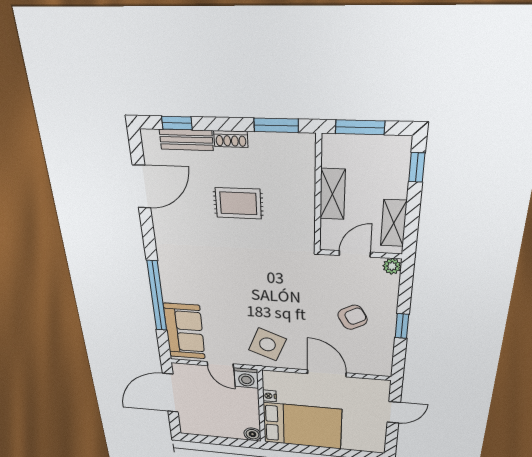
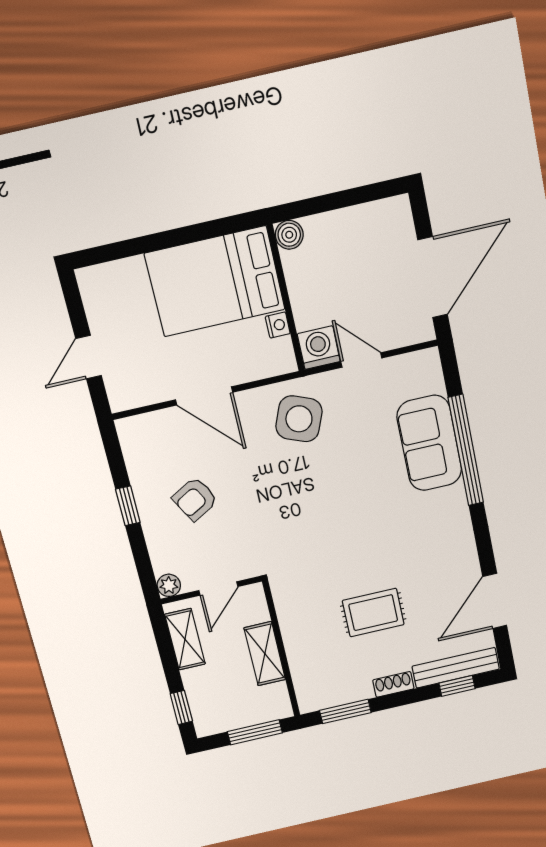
bench: (186, 140) -> (456, 668), width x1.36
sofa: (184, 331) -> (429, 443), moved

